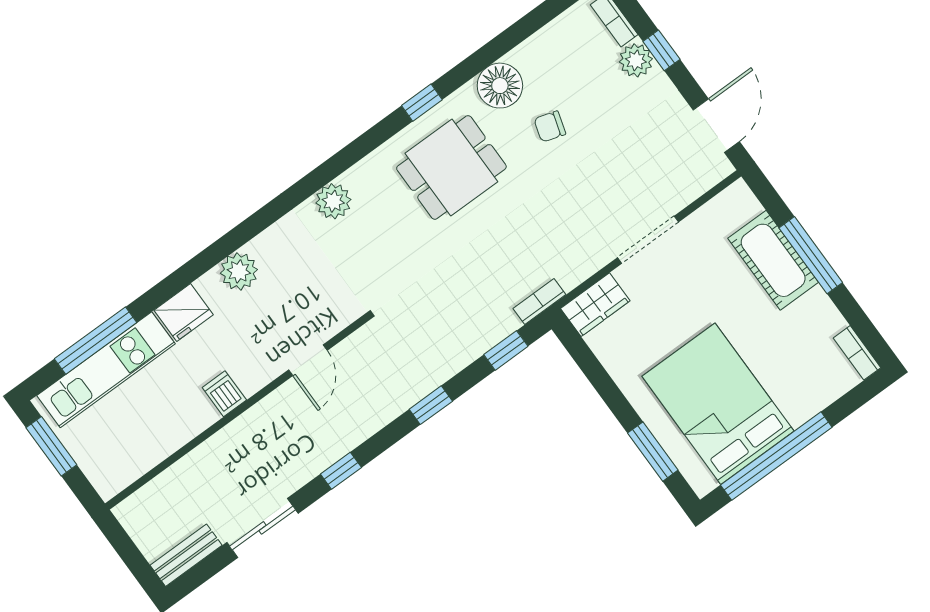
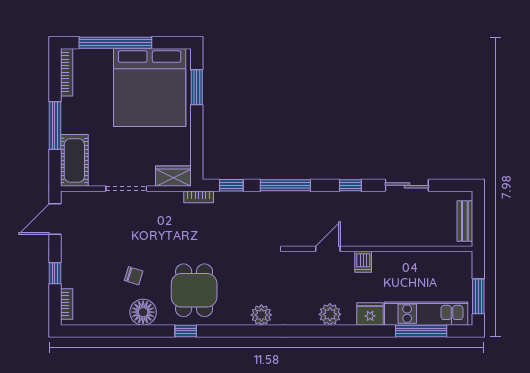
plant: (636, 60) -> (70, 277), removed
dining table: (451, 167) -> (194, 290), turned 90
cot: (773, 260) -> (74, 160), moved
bookcase: (857, 353) -> (67, 72), width x1.56
dishwasher: (224, 394) -> (363, 262), moved
bed: (718, 404) -> (150, 87), width x1.36
window: (431, 405) -> (285, 185), width x2.17
window: (776, 456) -> (115, 43), moved
bench: (186, 555) -> (465, 221), moved, turned 90

